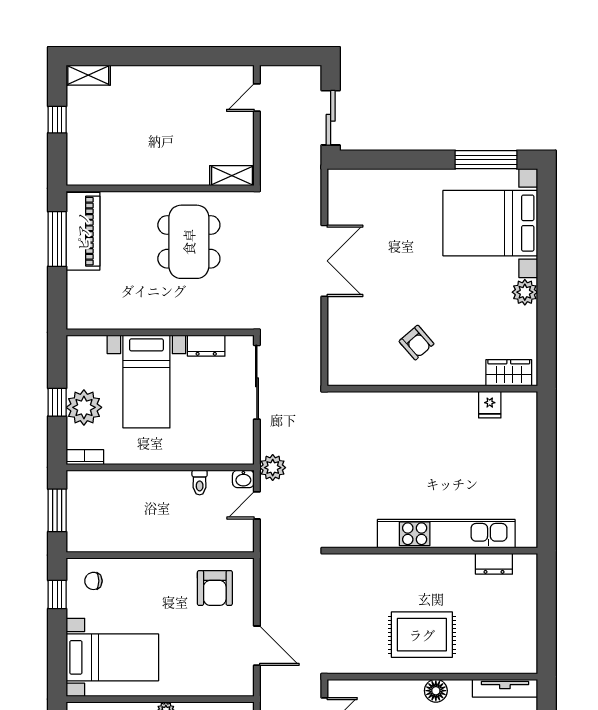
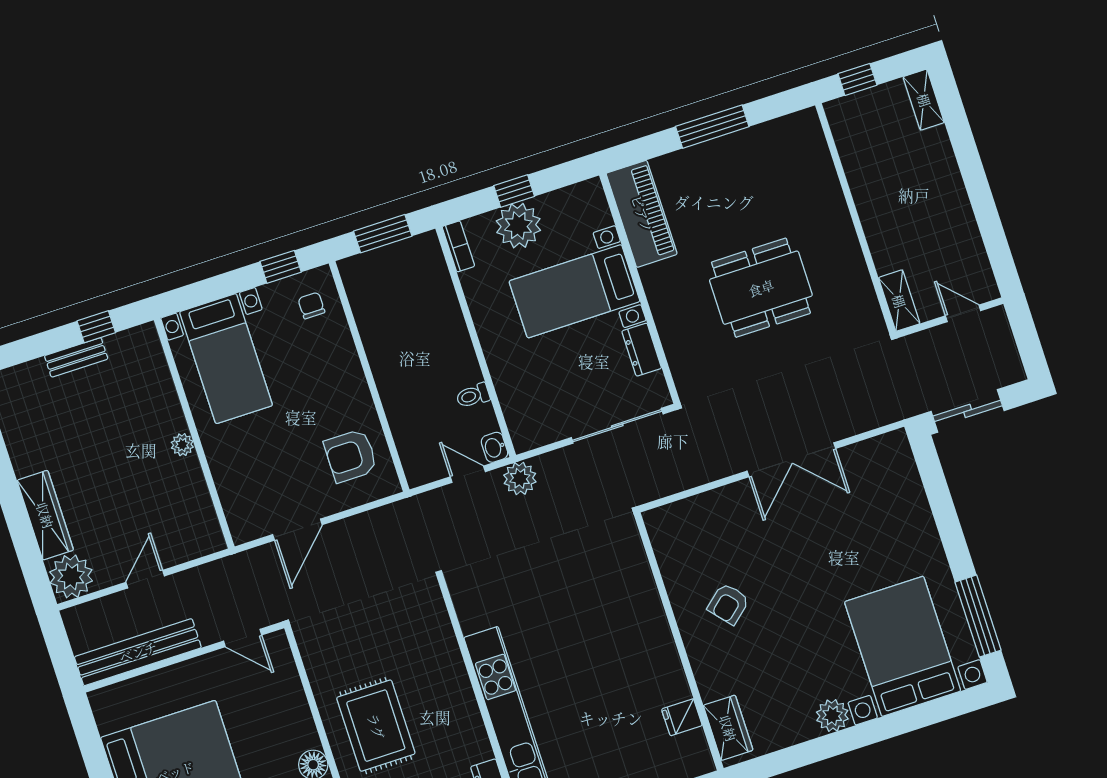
shelving: (232, 176) -> (899, 301), moved
wall: (160, 188) -> (855, 218), moved
piano: (83, 231) -> (642, 214), moved, turned -90

